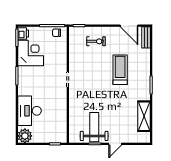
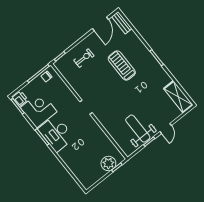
door: (129, 26) -> (100, 24), hinge flipped
desk: (29, 111) -> (56, 133), moved
shelving: (144, 116) -> (178, 97), moved
plant: (25, 136) -> (108, 163), moved

